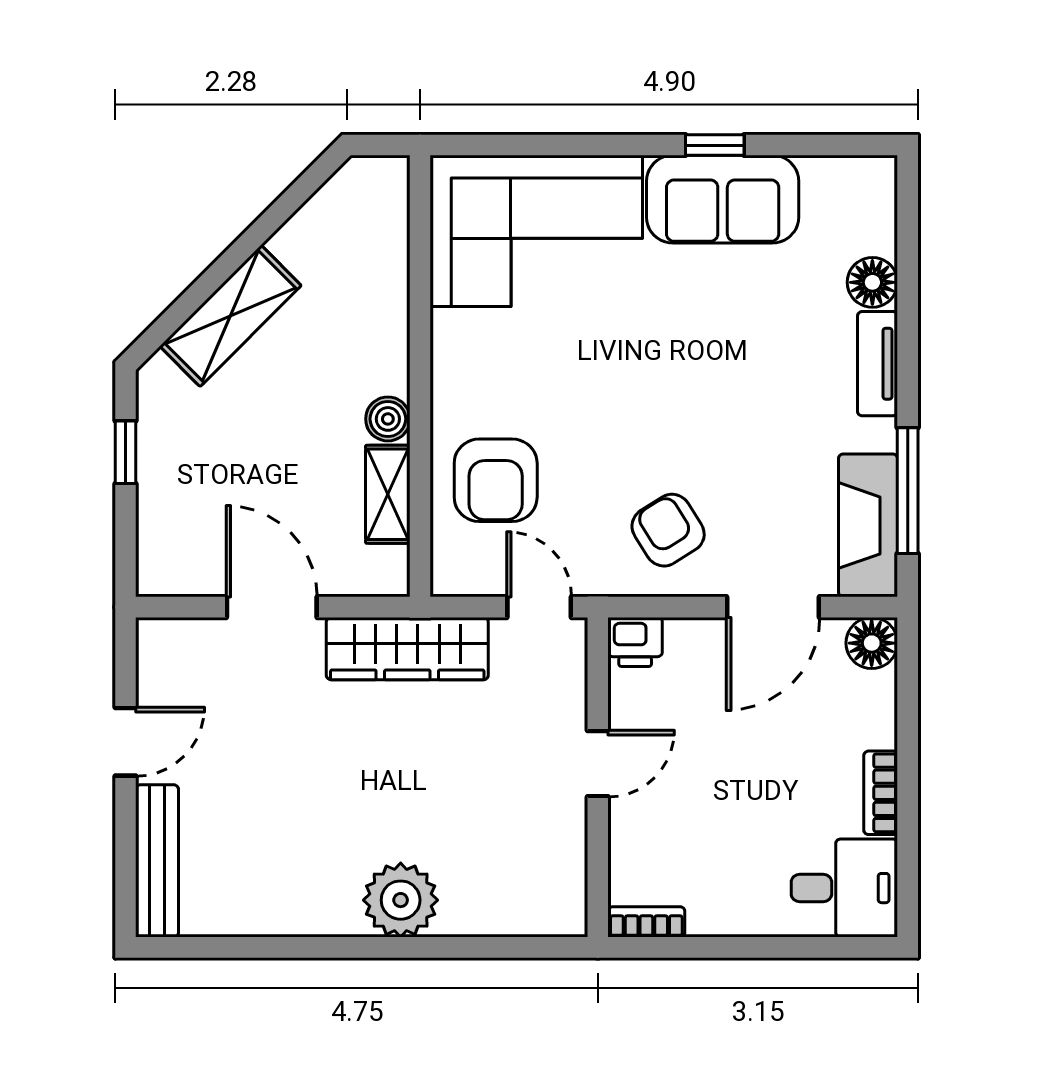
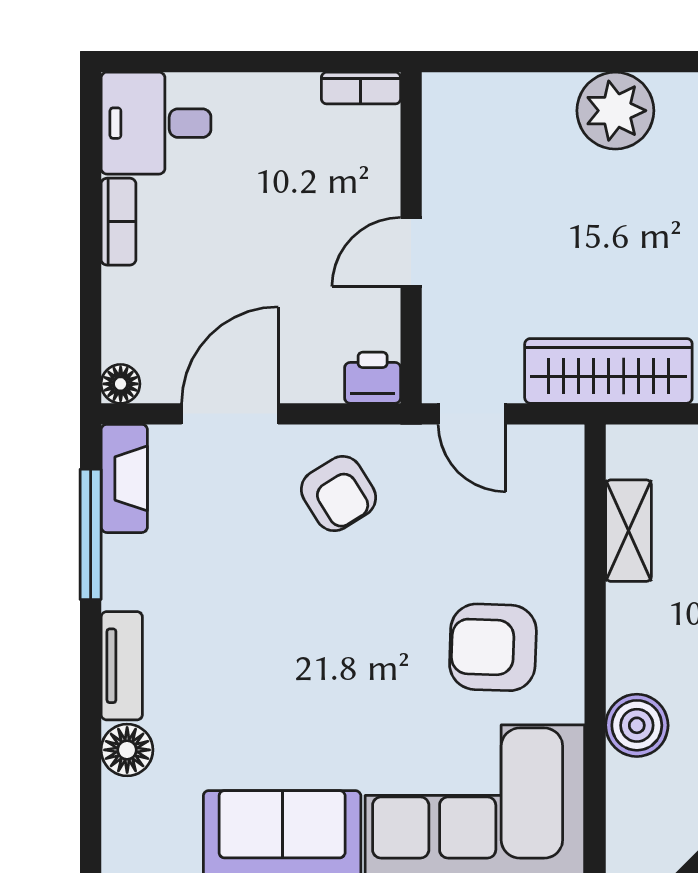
boiler: (388, 419) -> (637, 725), moved, width x1.36, depth x1.36
armchair: (496, 480) -> (493, 647), moved, turned -88
fireplace: (868, 525) -> (124, 478), width x0.73, depth x0.76
floor lamp: (872, 643) -> (121, 384), width x0.73, depth x0.73

